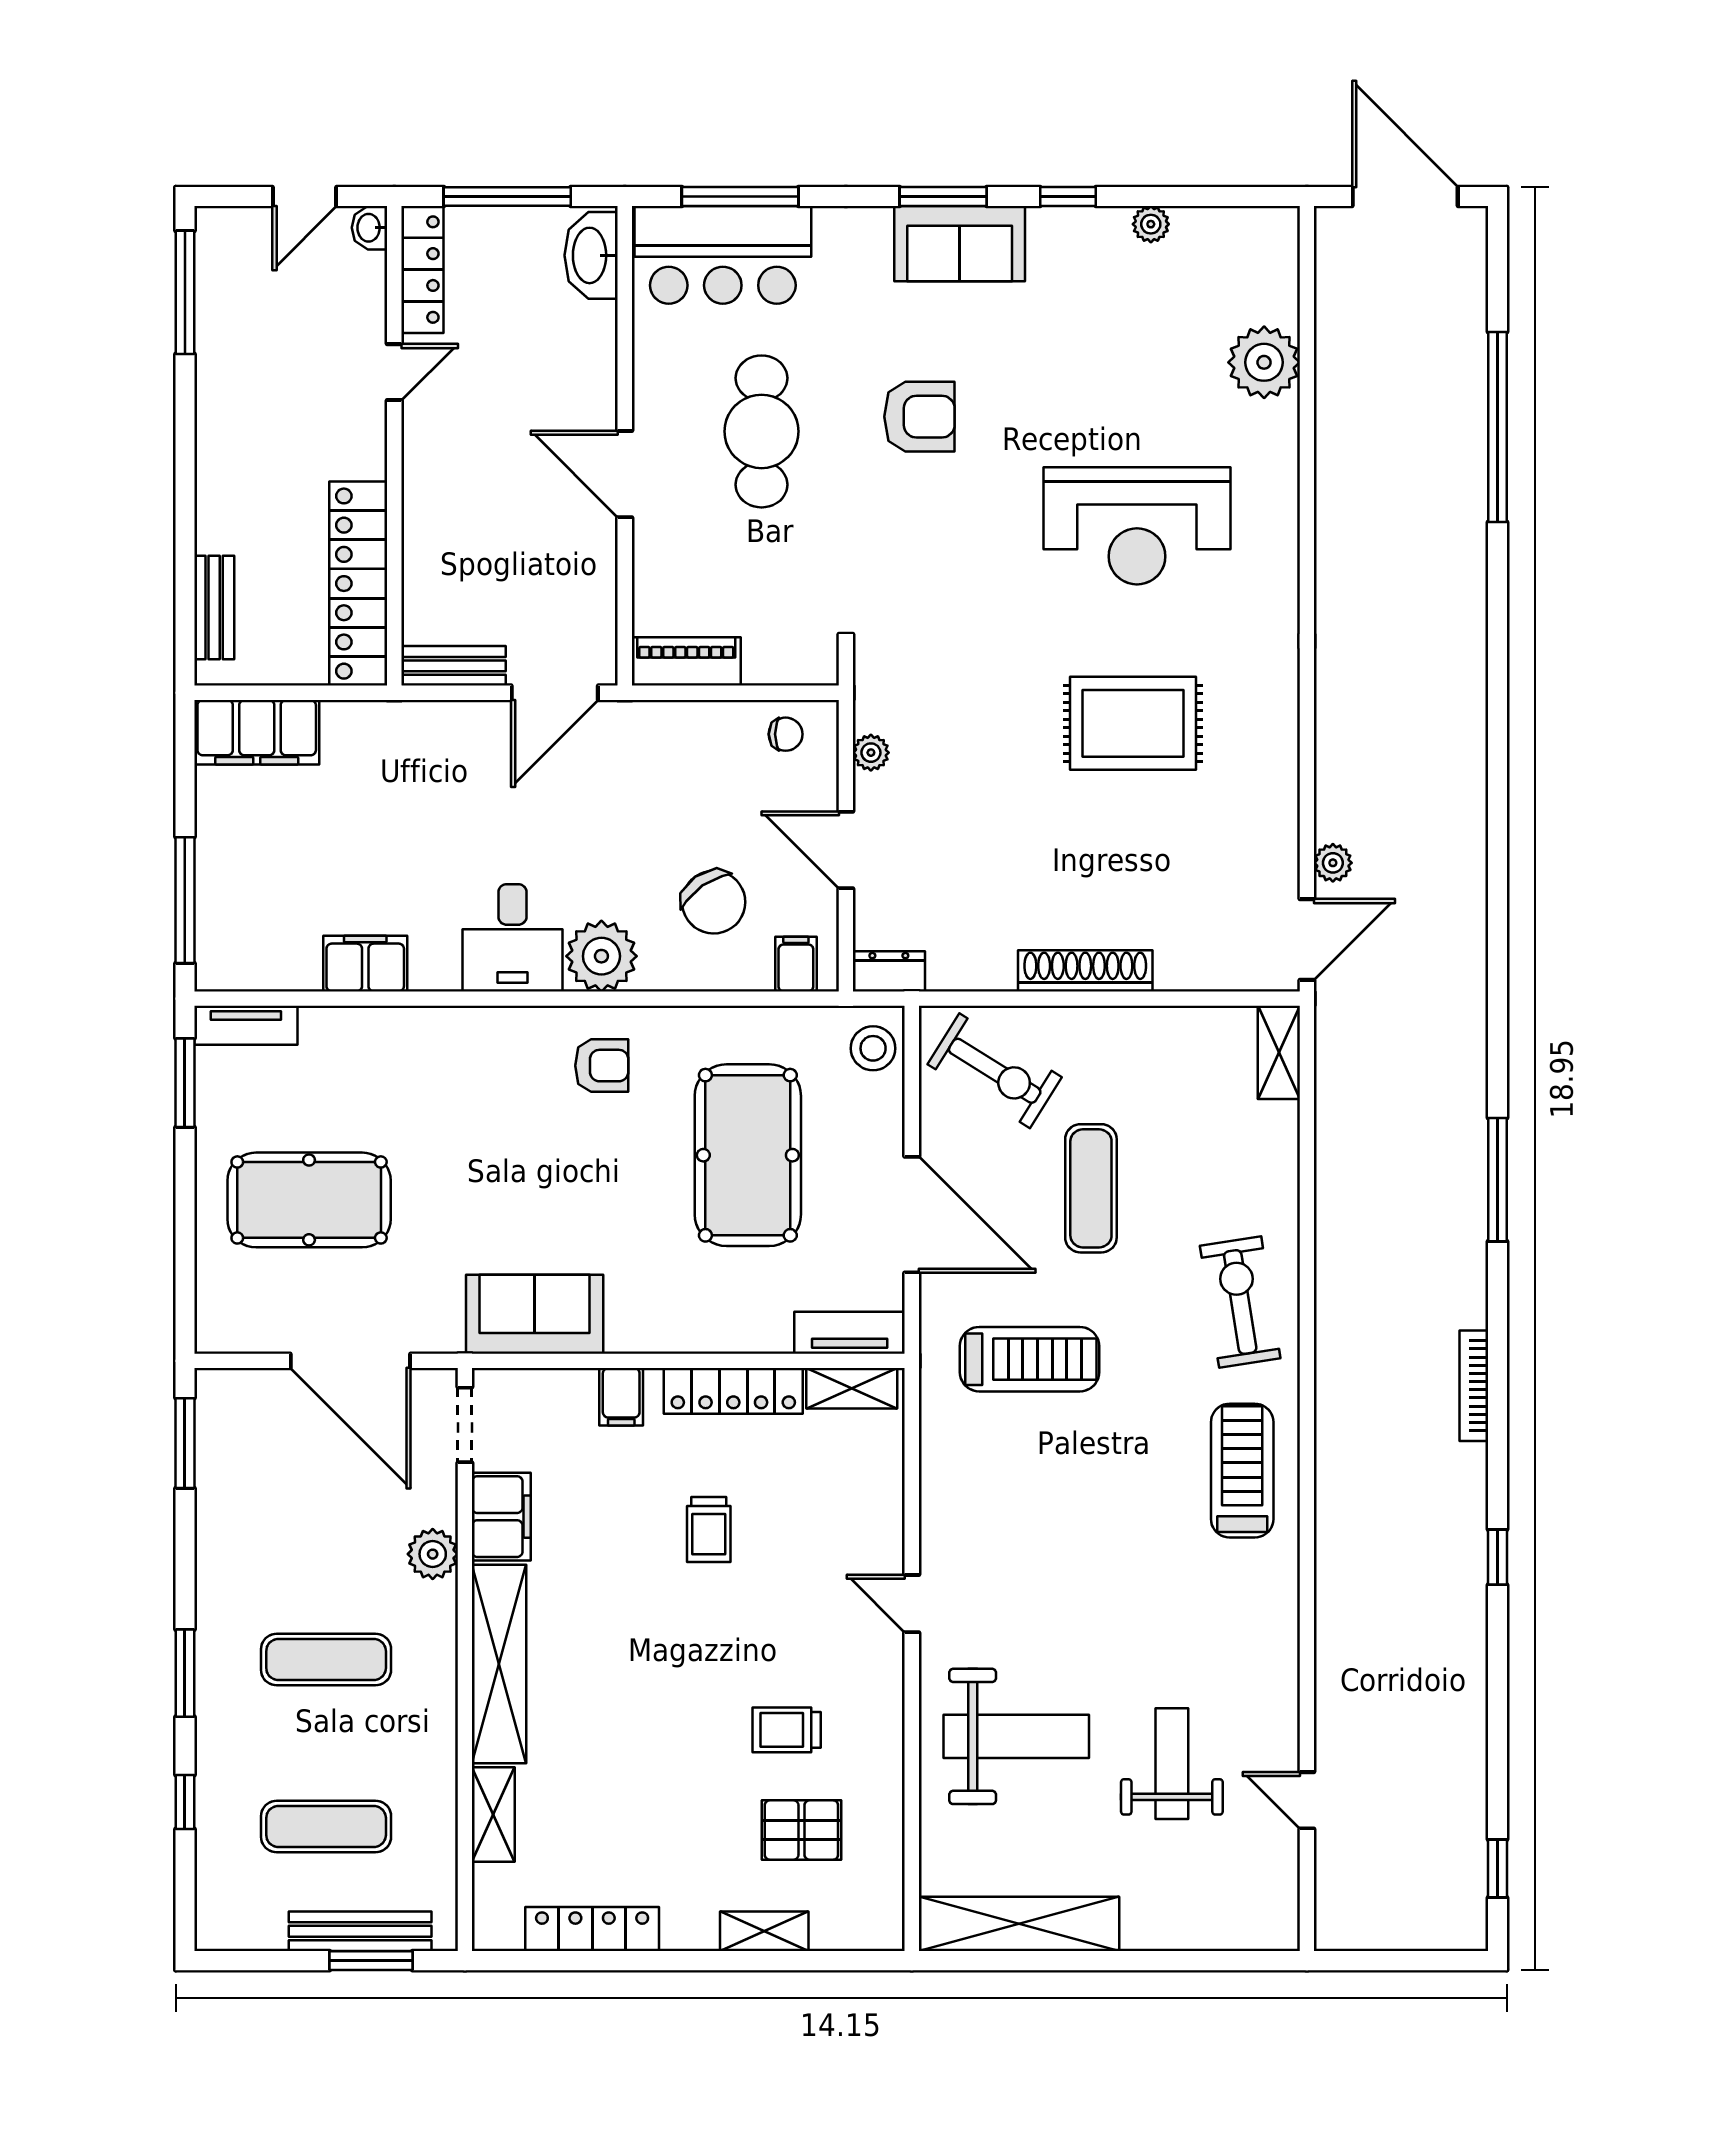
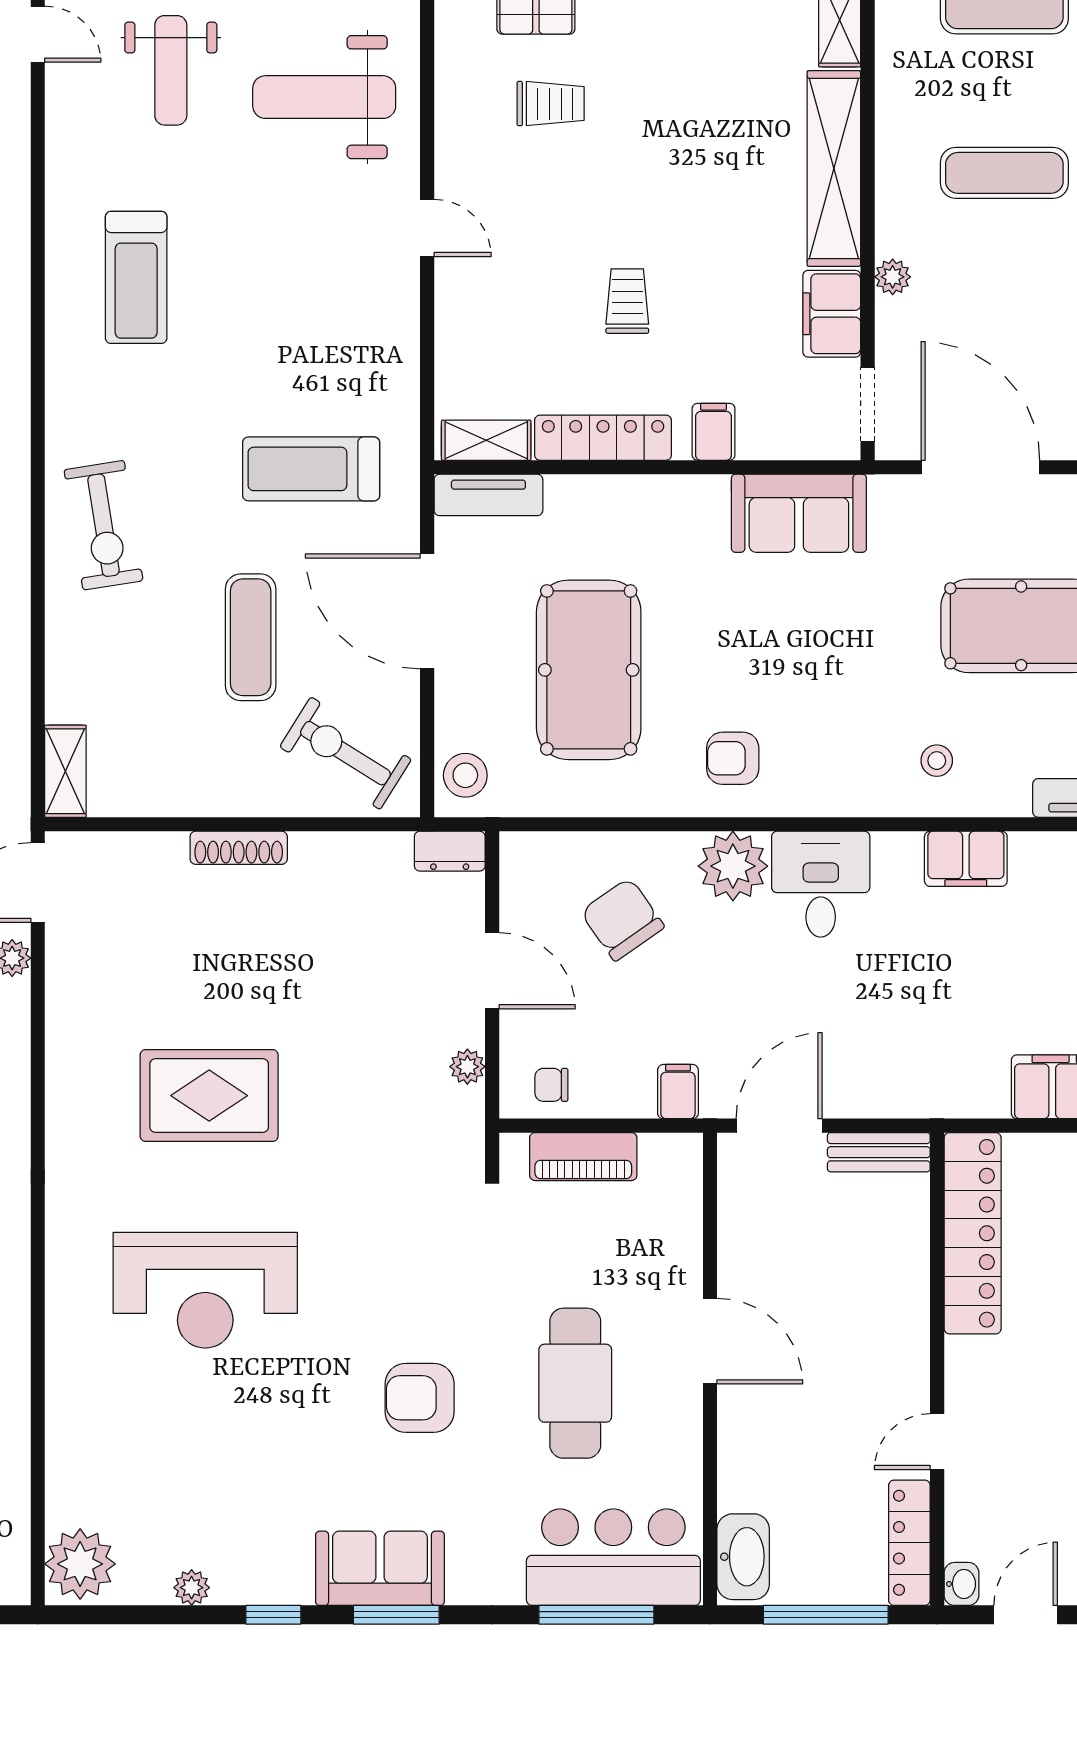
plant: (1264, 362) -> (80, 1564), moved
reception desk: (1137, 526) -> (205, 1290), turned 180
piano: (686, 661) -> (583, 1157), moved
filing cabinet: (796, 964) -> (678, 1092), moved, turned 180
shoe rack: (1085, 971) -> (239, 848), width x0.74, depth x0.81
stool: (395, 1063) -> (937, 761), added
treadmill: (1242, 1471) -> (136, 277), moved
plant: (433, 1554) -> (893, 277), width x0.73, depth x0.73

